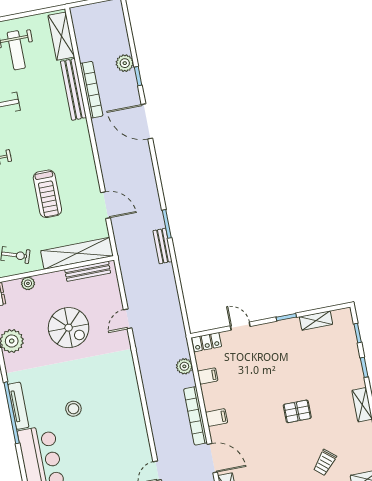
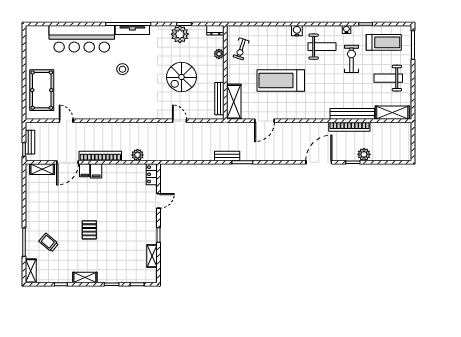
treadmill: (47, 194) -> (281, 81), width x1.37, depth x1.38
shelving: (77, 253) -> (234, 102), width x0.68
filing cabinet: (208, 376) -> (85, 170), moved

